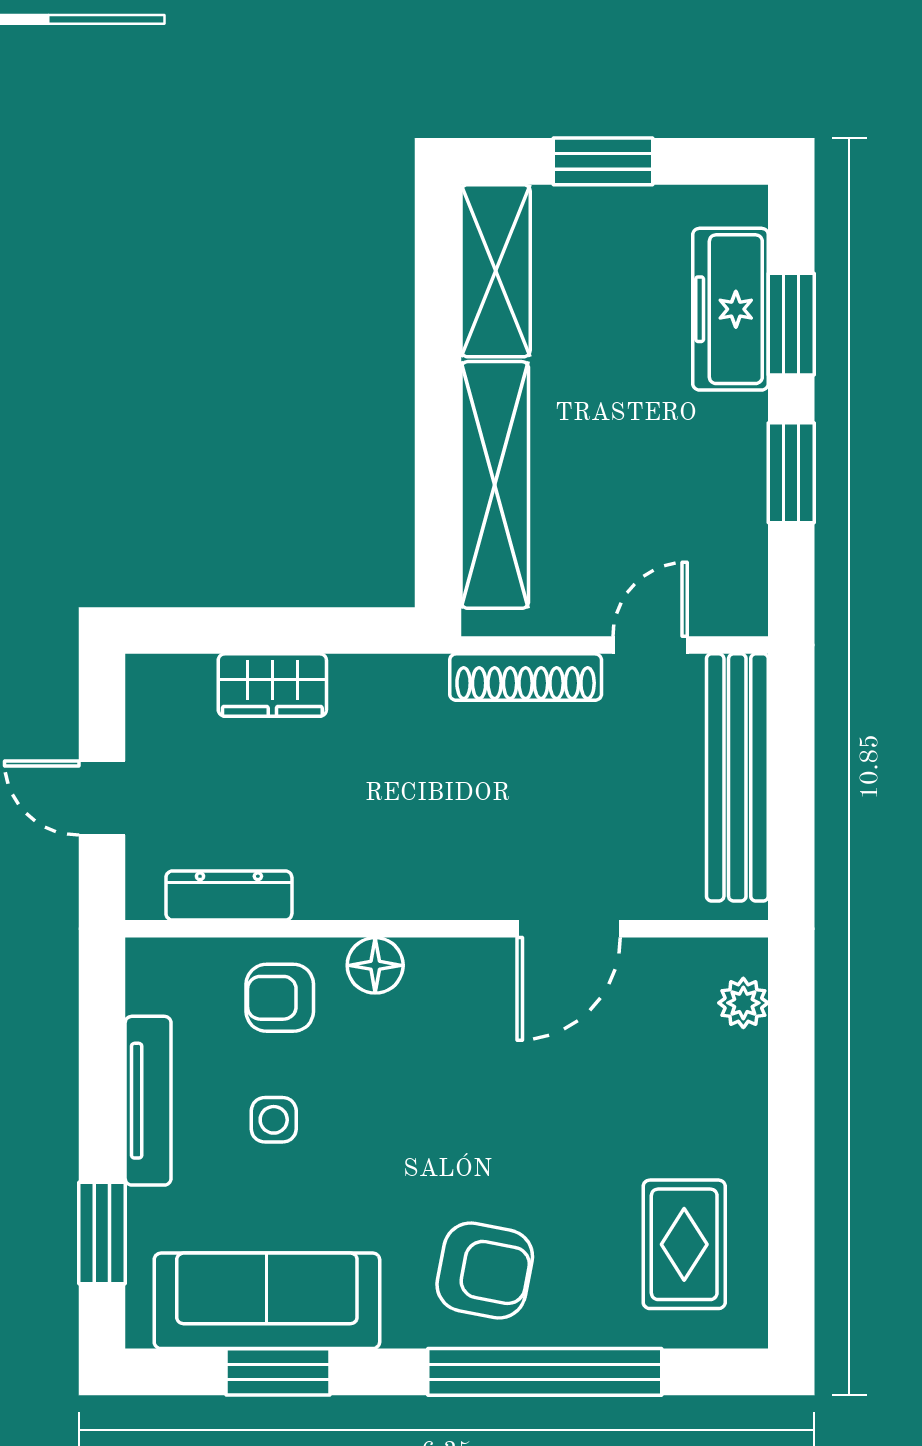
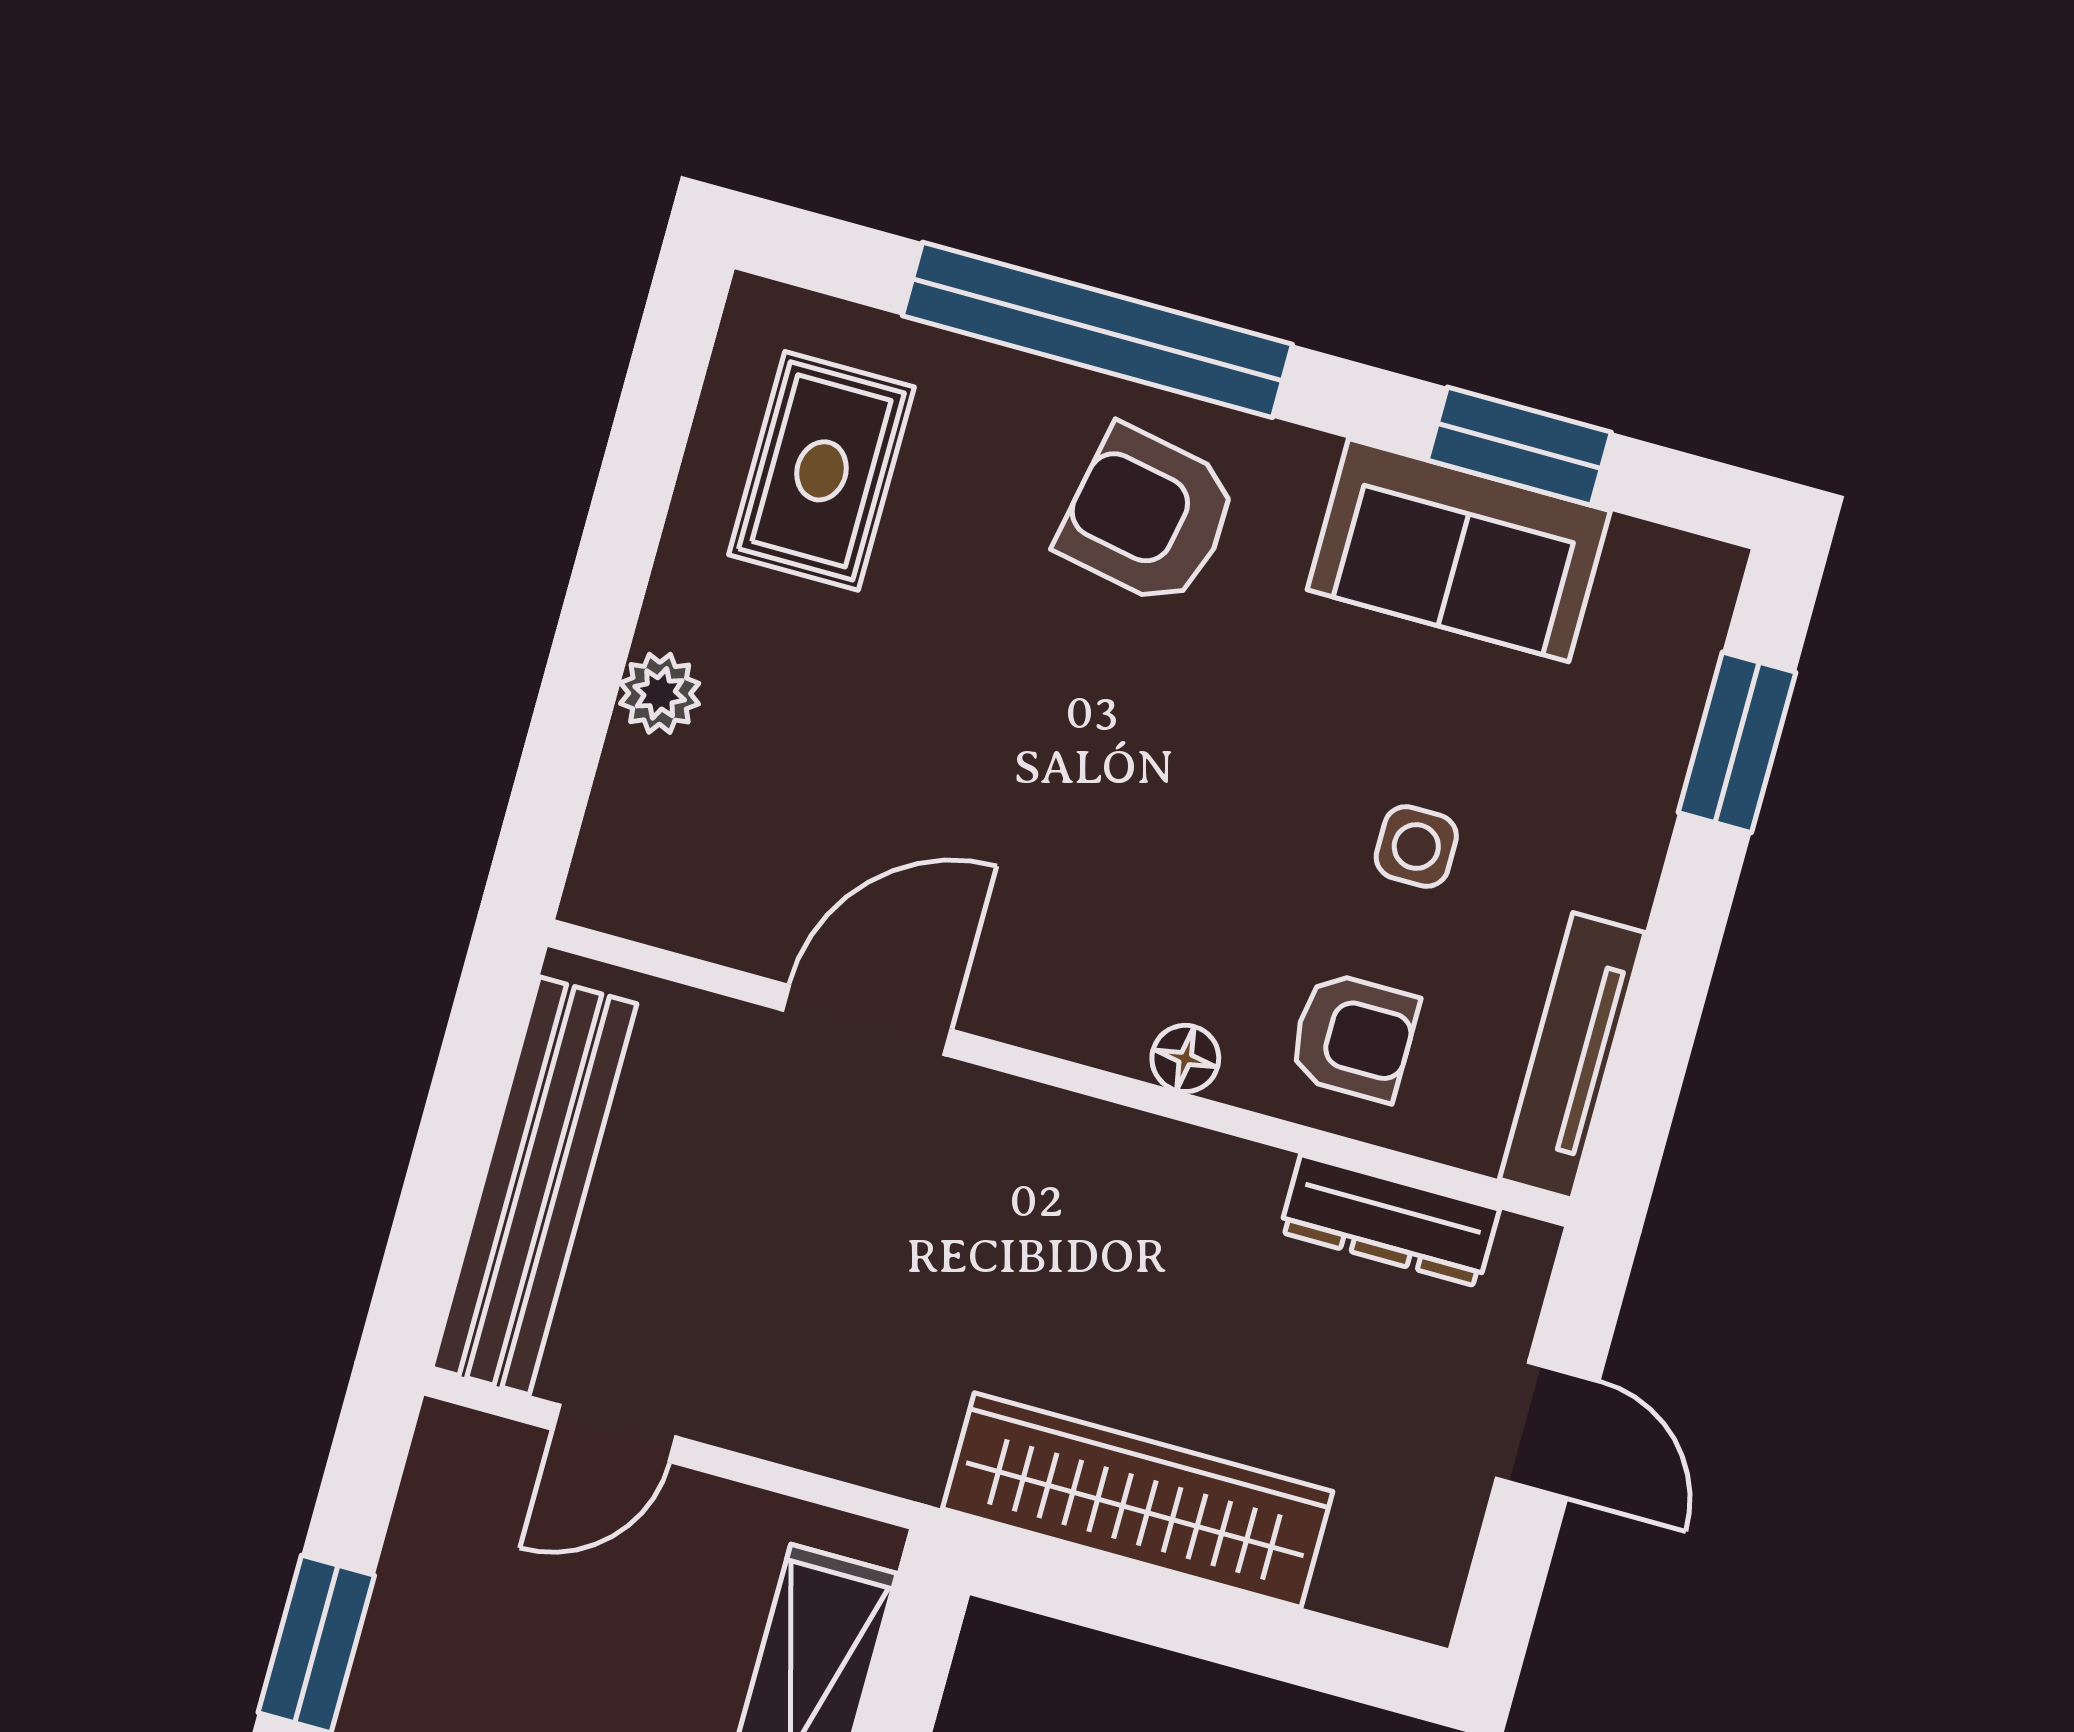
shoe rack: (526, 677) -> (825, 1437), removed
wardrobe: (272, 685) -> (1138, 1500), width x2.10, depth x1.17
floor lamp: (375, 965) -> (1185, 1058), width x0.73, depth x0.73
plant: (743, 1003) -> (660, 693), moved
tv unit: (148, 1101) -> (1572, 1056), moved
sofa: (267, 1301) -> (1459, 550), width x0.73

